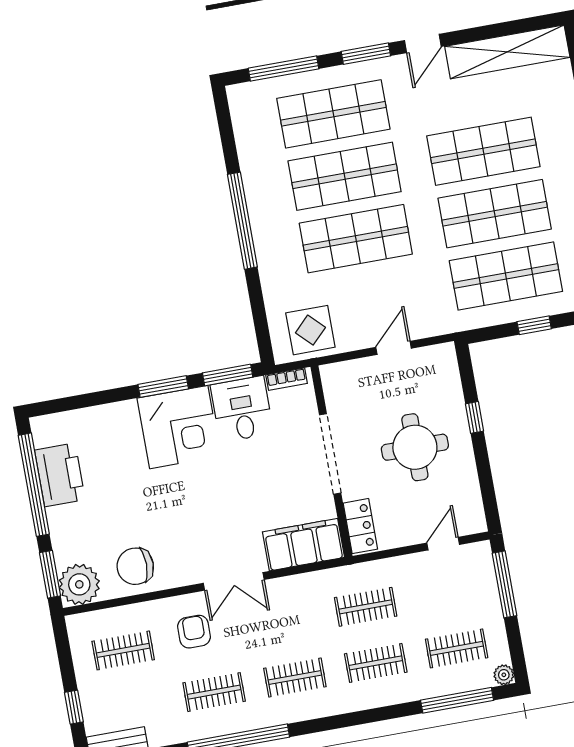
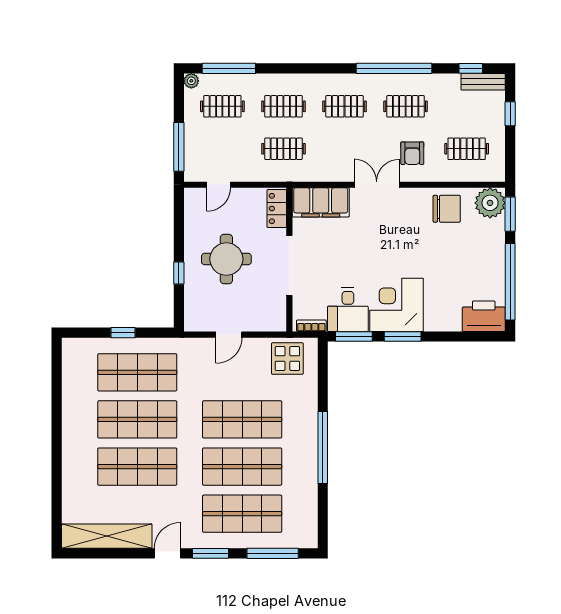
printer: (60, 475) -> (484, 316), moved, turned 90

